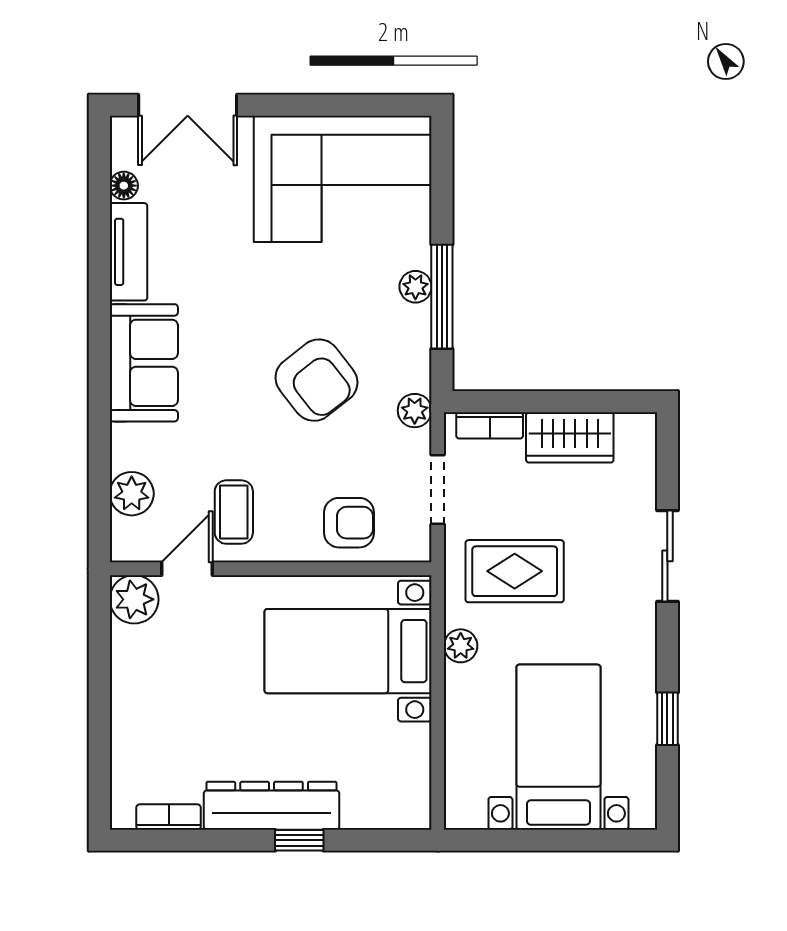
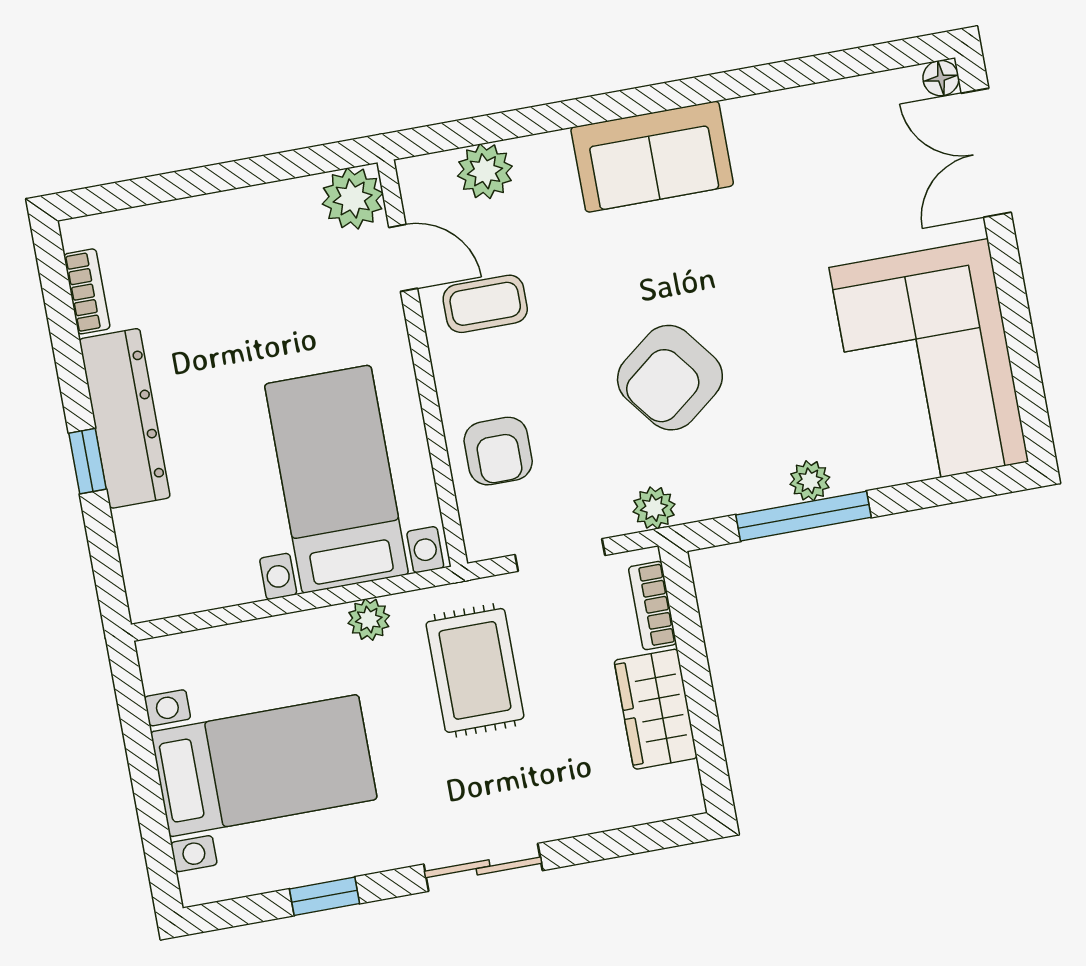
floor lamp: (124, 186) -> (941, 78), moved
tv unit: (128, 252) -> (788, 112), removed
sliding door: (667, 556) -> (483, 867), moved

